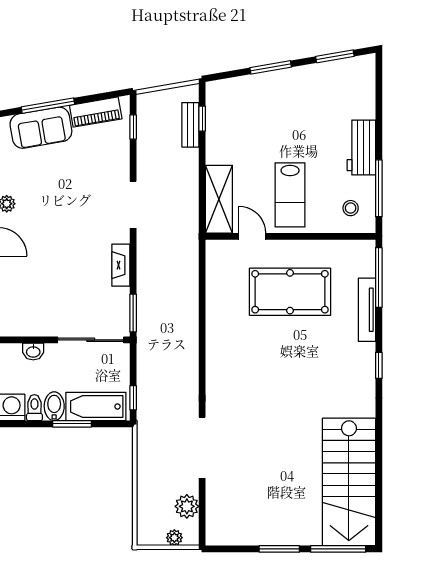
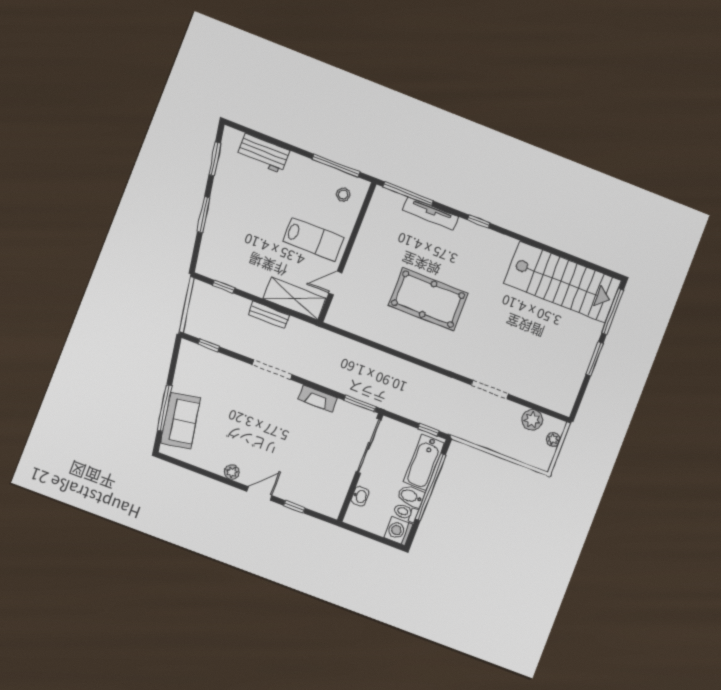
piano: (96, 112) -> (185, 371), removed
bench: (190, 125) -> (269, 315), moved
workbench: (361, 147) -> (263, 153), moved
pool table: (290, 292) -> (428, 299), moved, turned 90
window: (72, 424) -> (431, 487), width x2.11
doorway: (202, 448) -> (490, 389), width x0.73

